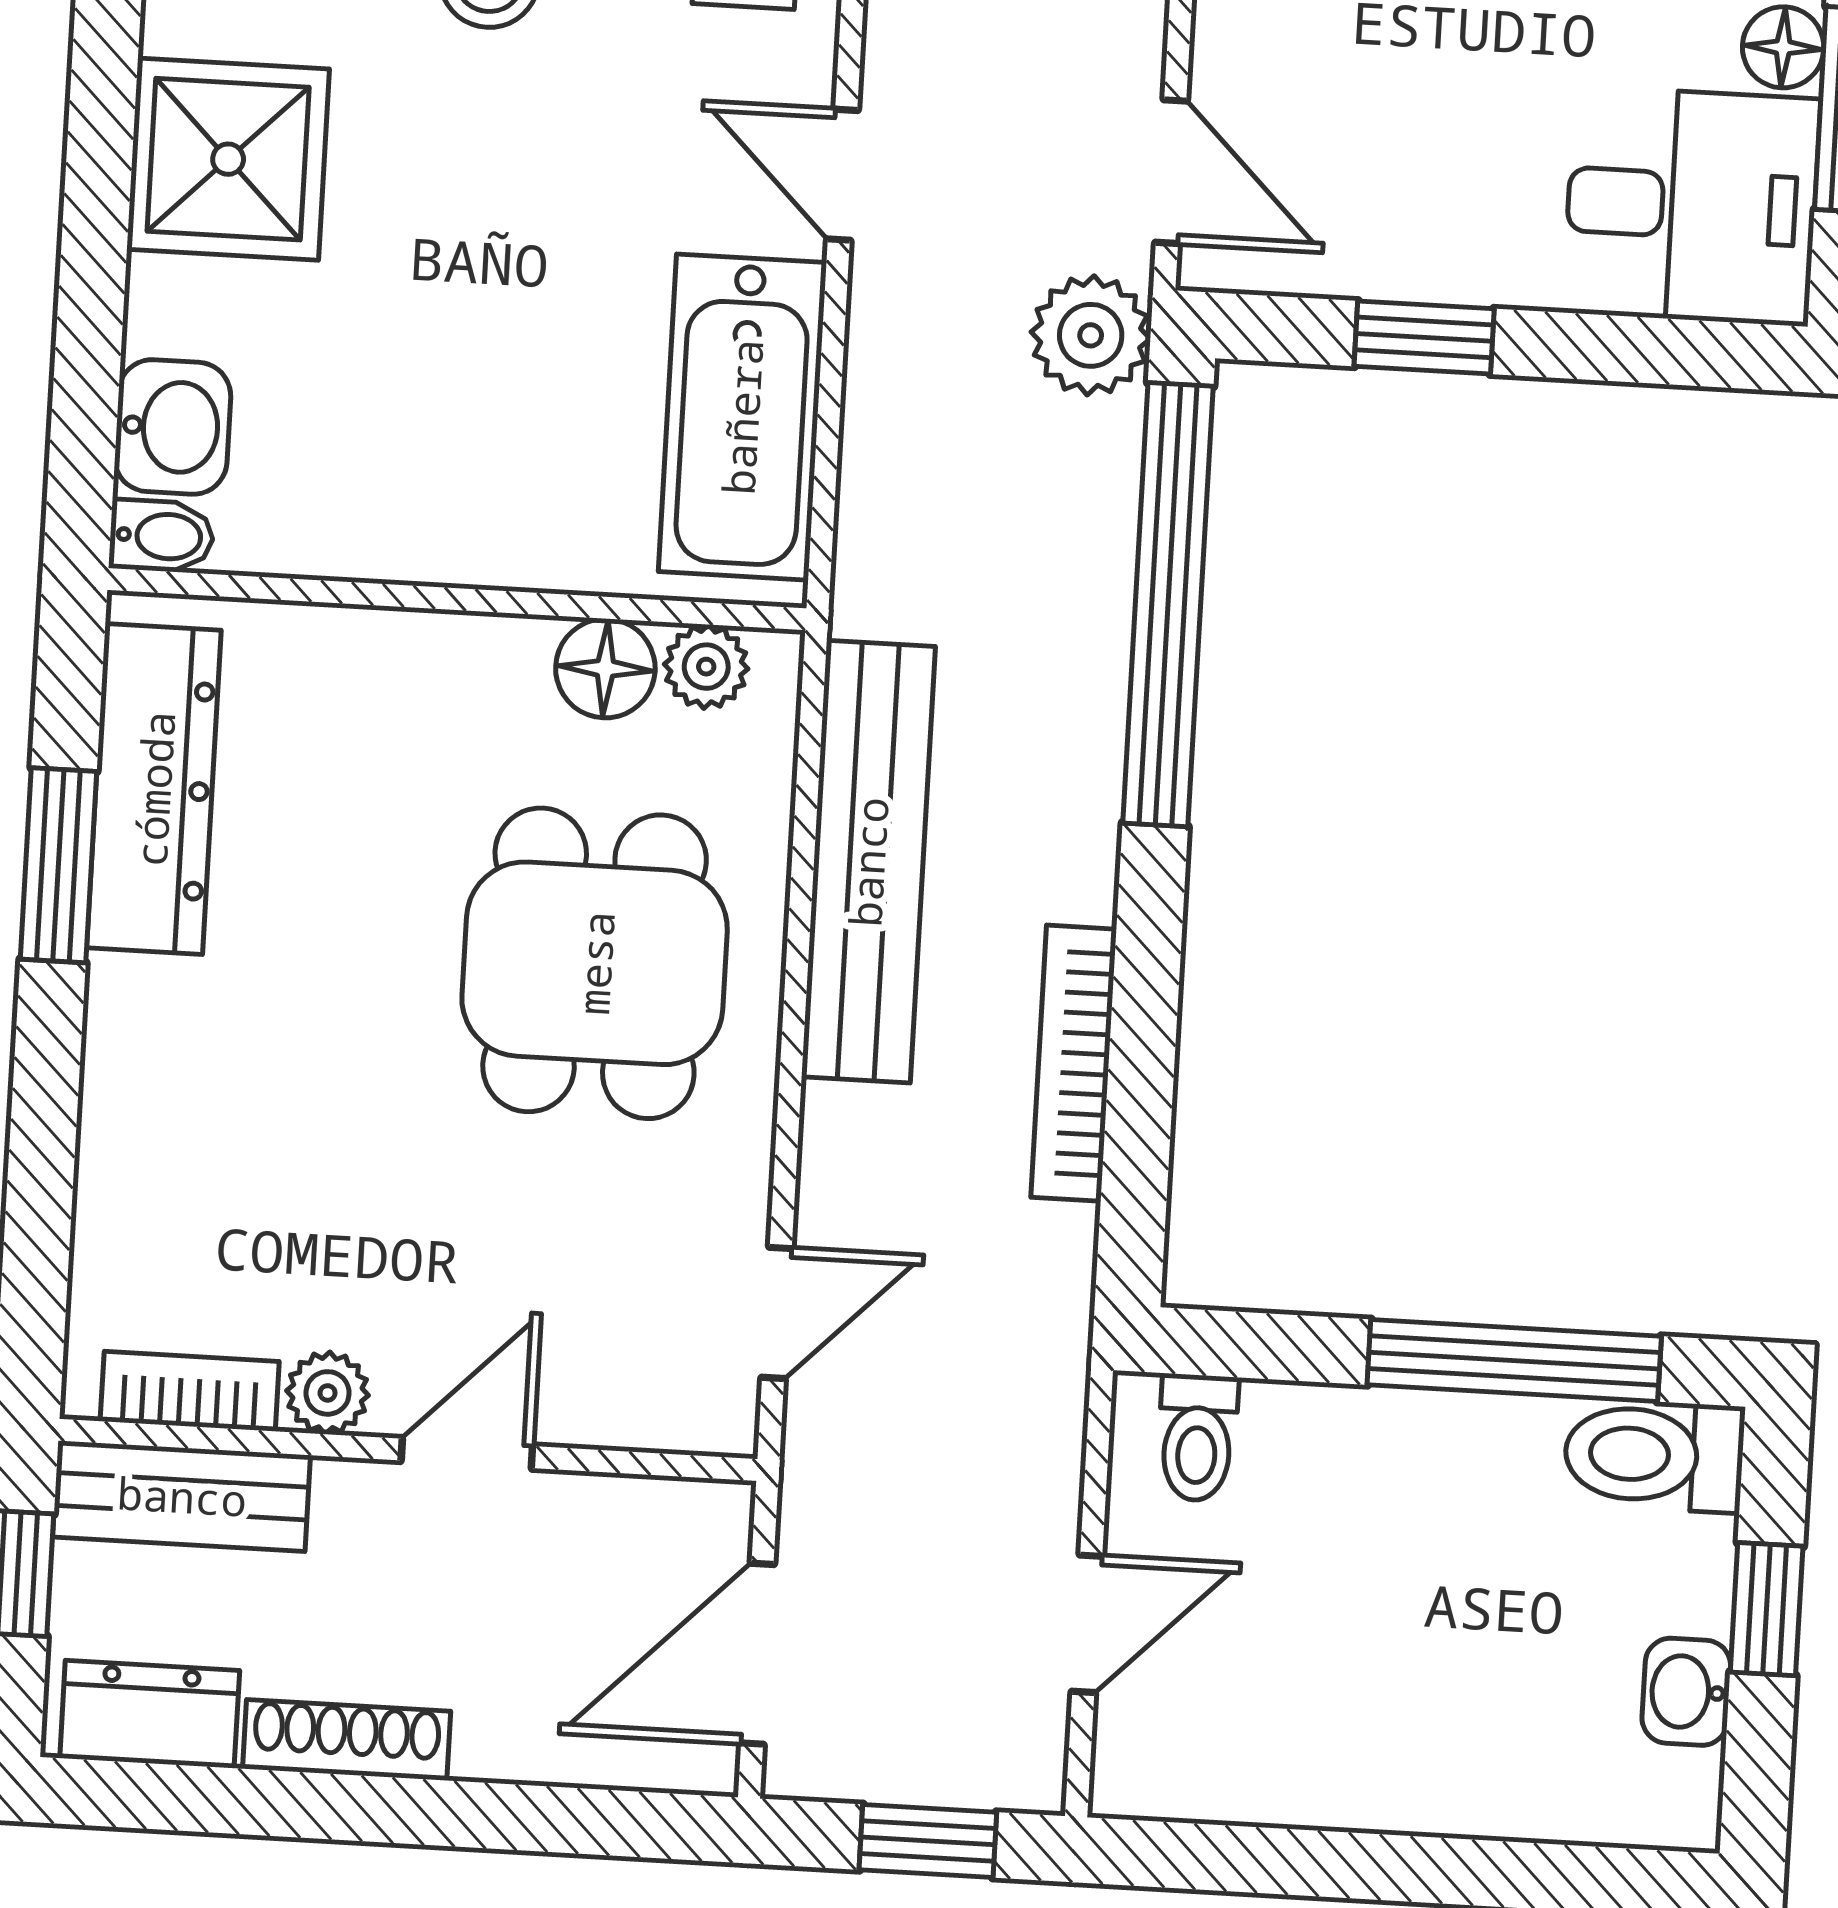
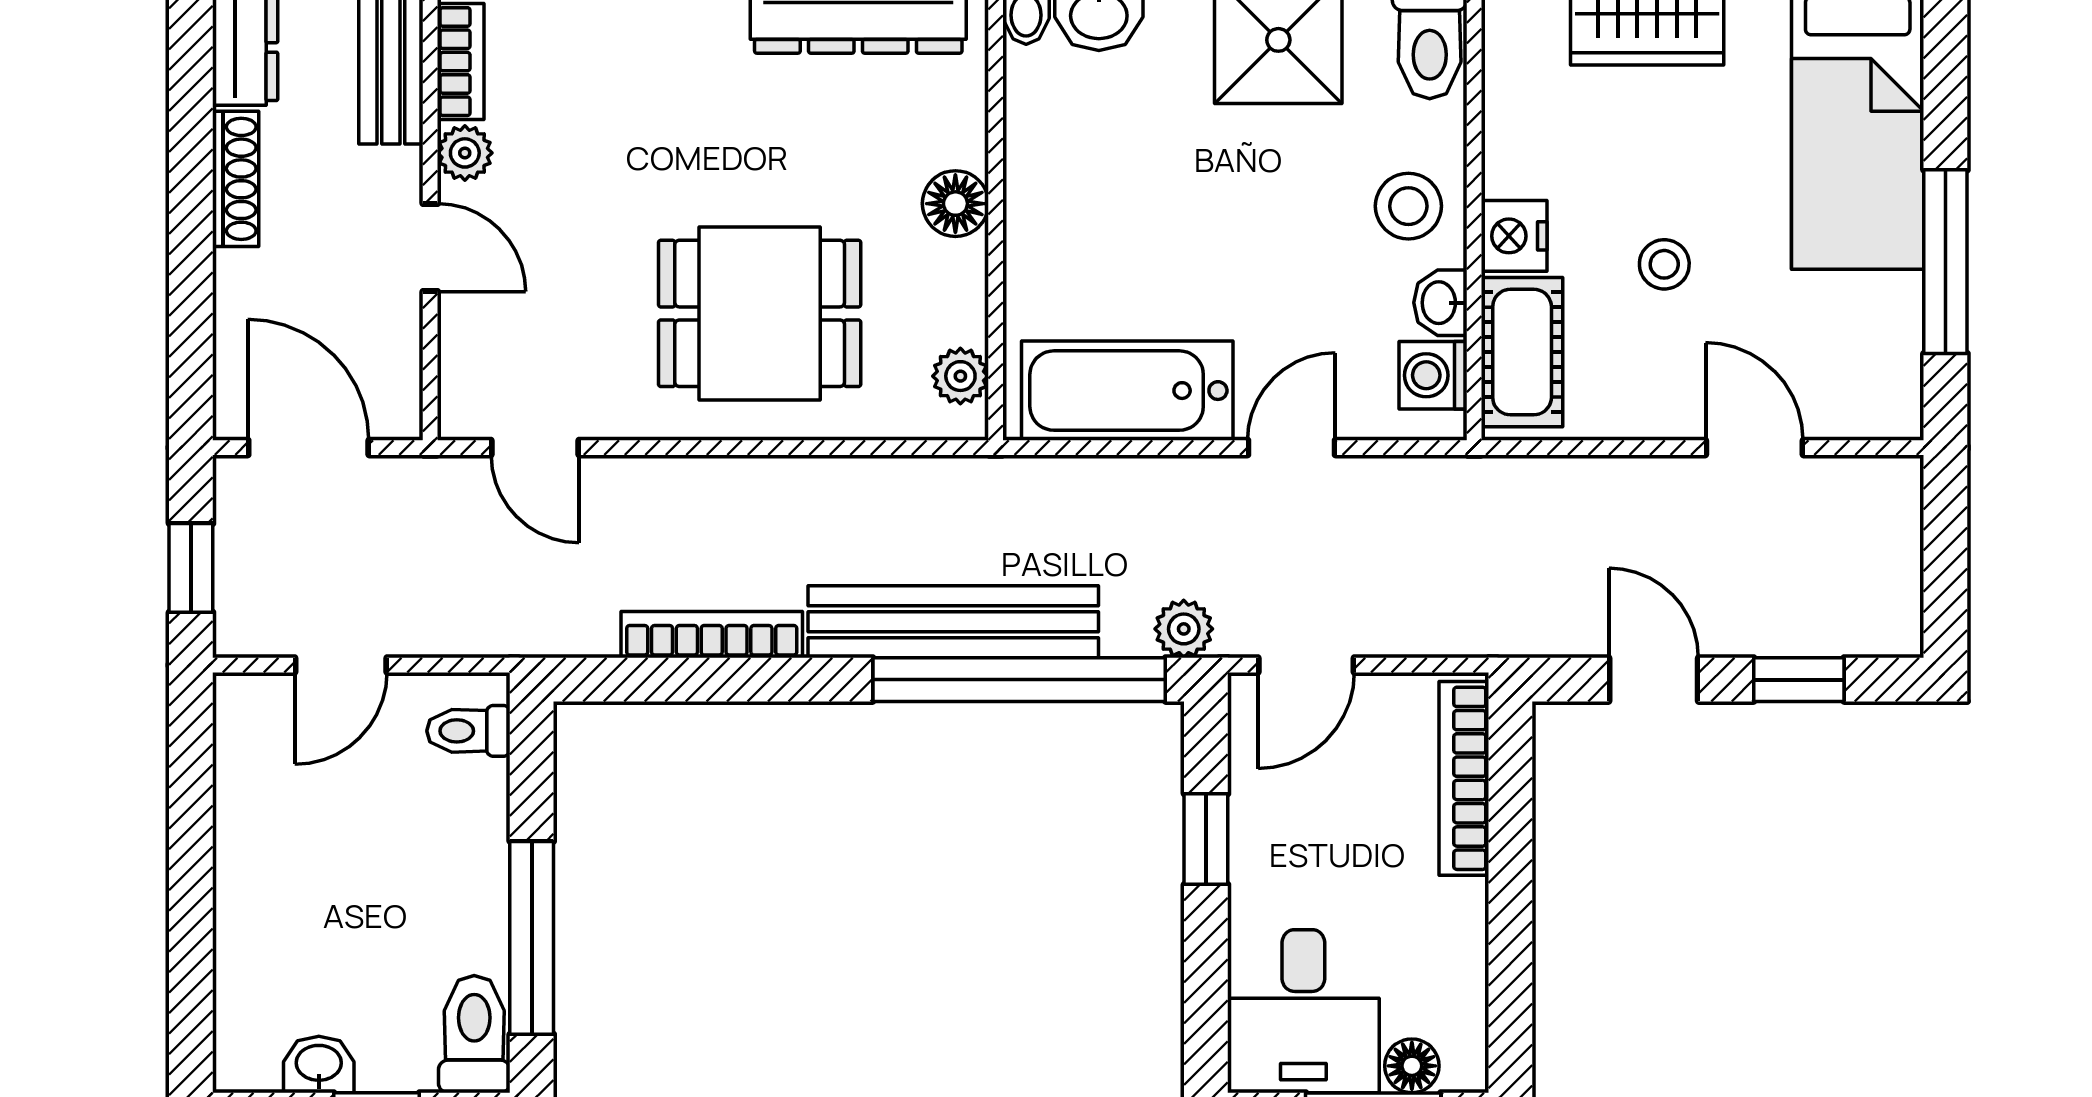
plant: (1091, 335) -> (1184, 629), width x0.73, depth x0.73
floor lamp: (605, 668) -> (955, 204), moved
bench: (868, 862) -> (953, 622), moved
door: (1087, 1624) -> (341, 665), hinge flipped

